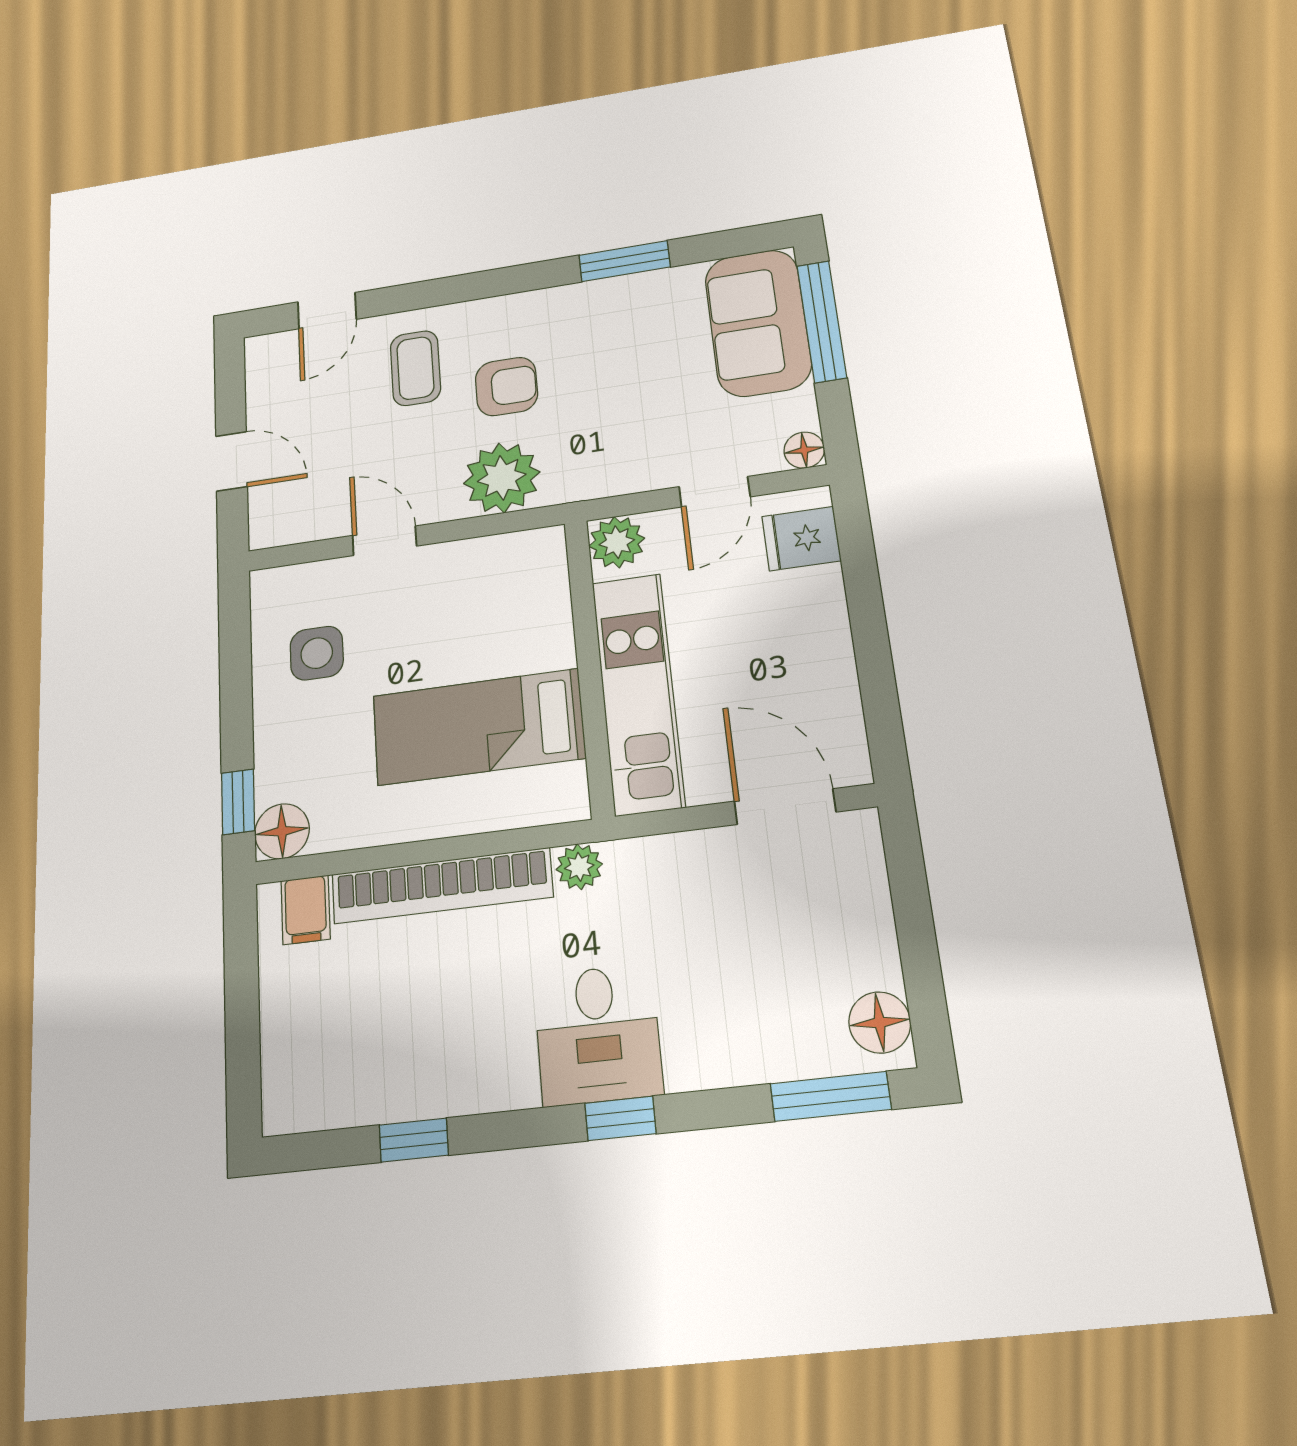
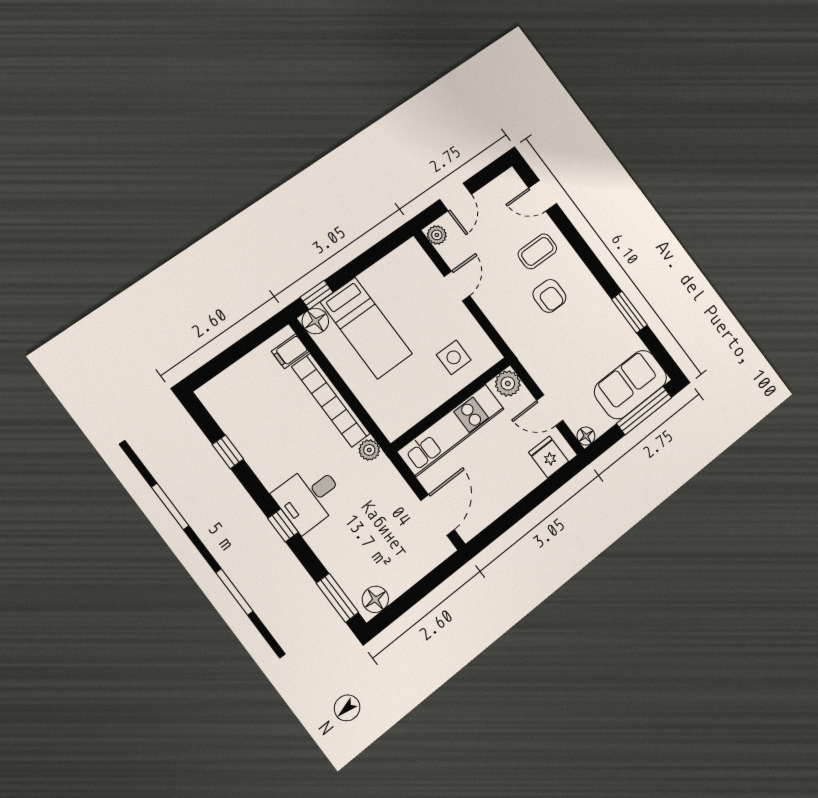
plant: (502, 478) -> (437, 235), moved, width x0.53, depth x0.53
side table: (317, 653) -> (454, 357), moved
bed: (478, 727) -> (366, 328), moved, turned 180

